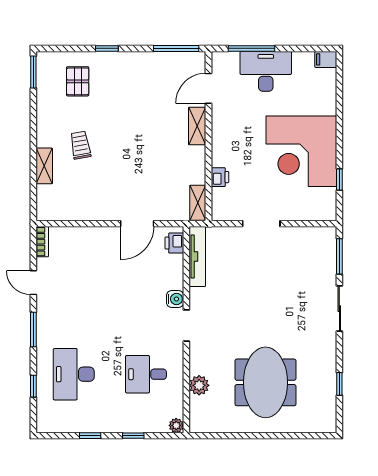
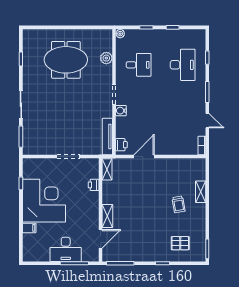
filing cabinet: (326, 59) -> (29, 228), moved
pallet: (78, 81) -> (180, 243), turned 90
meeting table: (265, 382) -> (66, 60), turned 90

